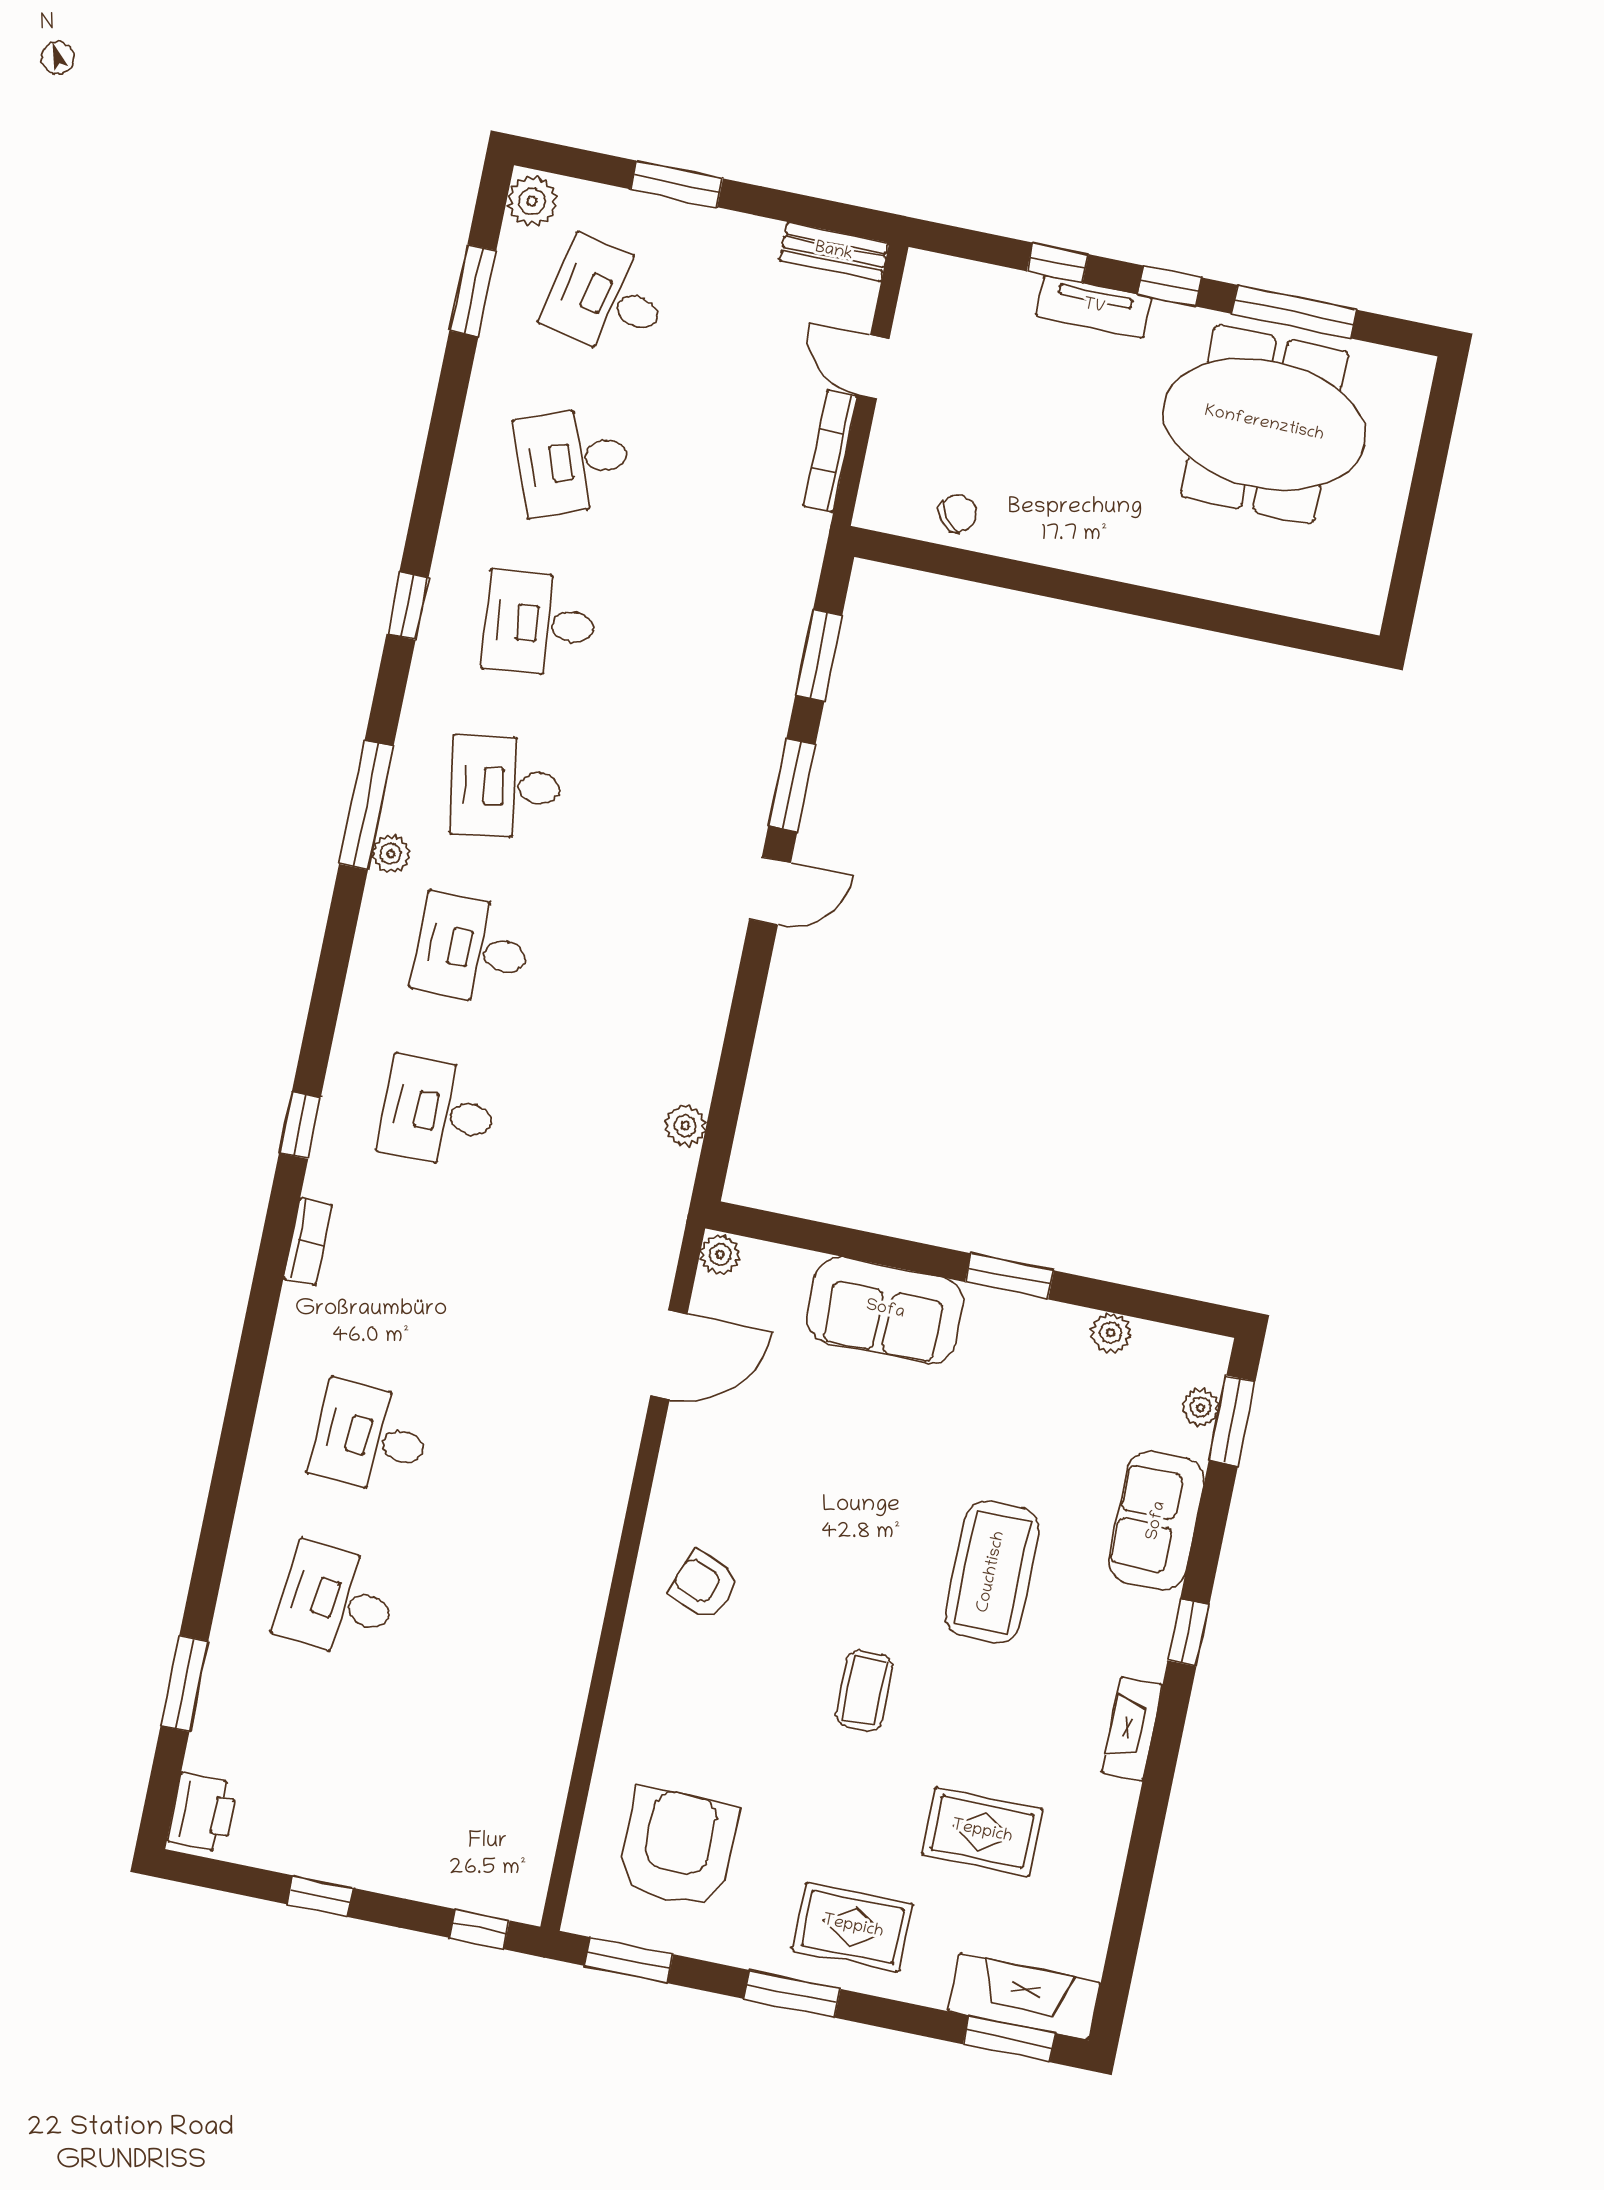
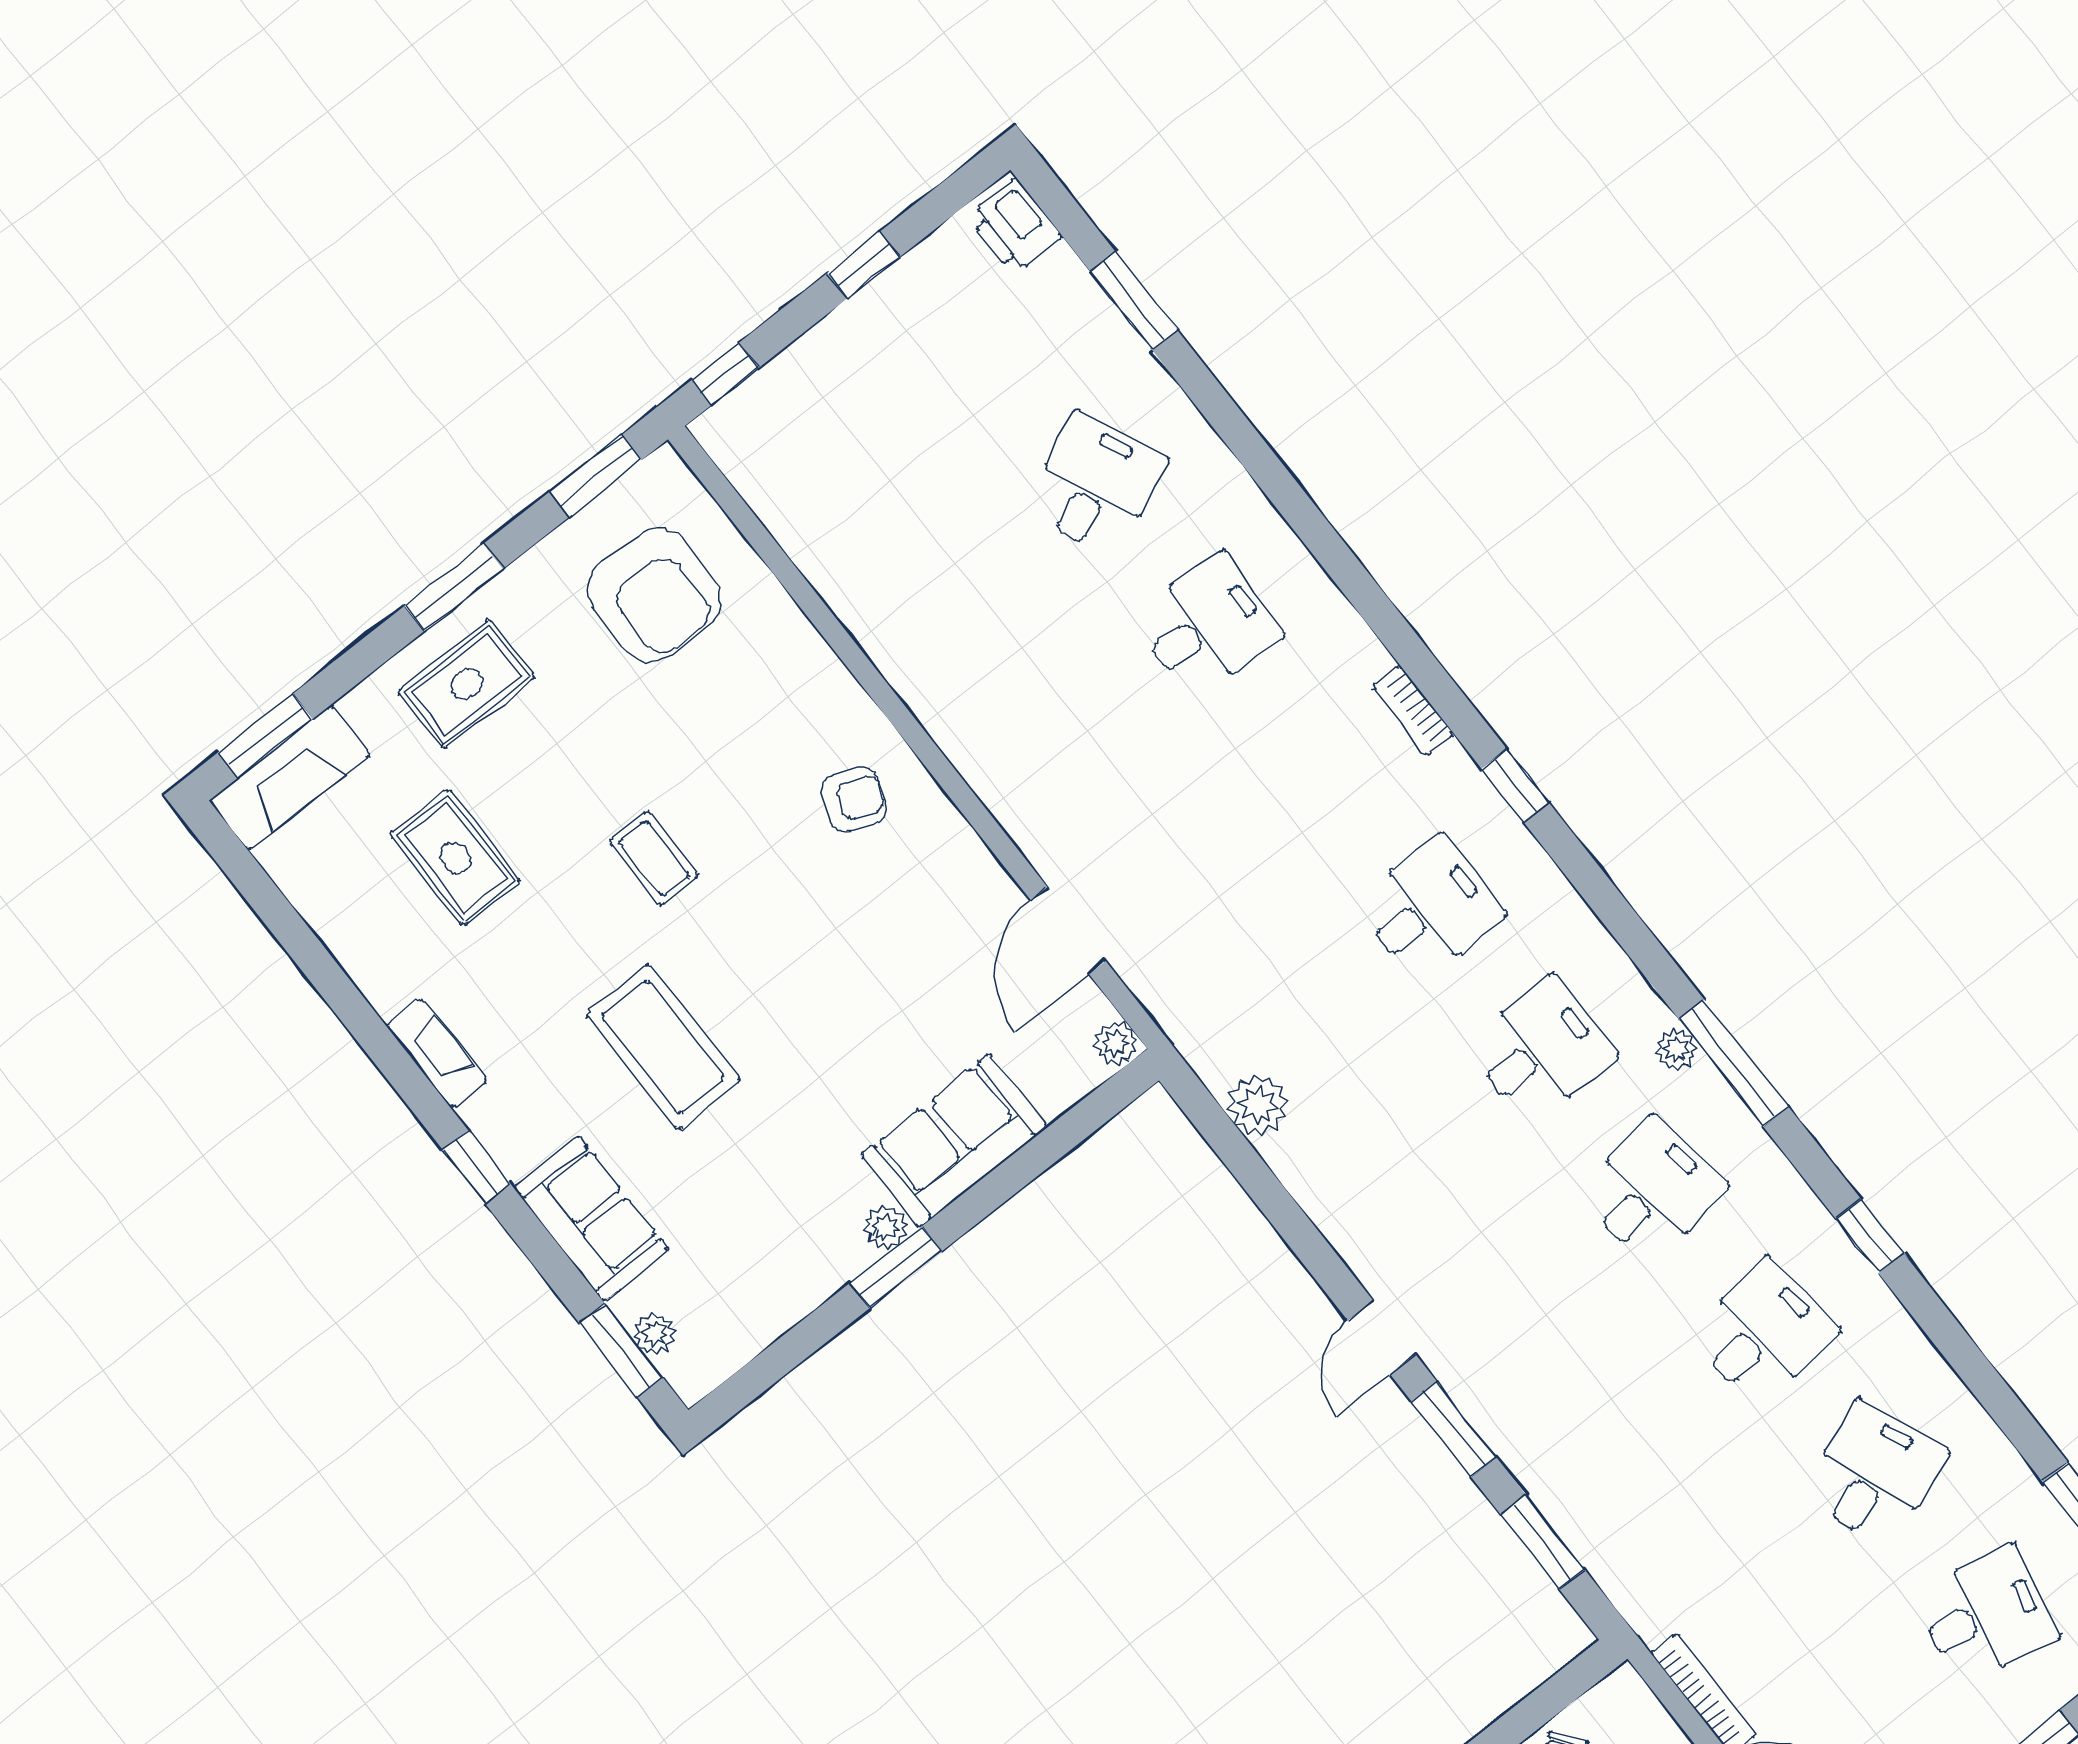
plant: (685, 1126) -> (1258, 1105), width x1.38, depth x1.38
plant: (1111, 1333) -> (886, 1227), moved
desk: (337, 1601) -> (1096, 485), turned -30
rug: (982, 1832) -> (455, 858), turned 90

